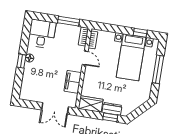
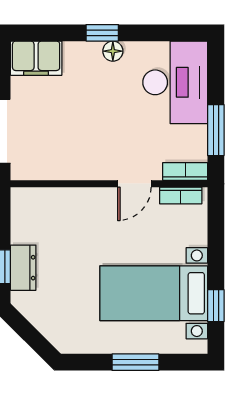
desk: (42, 34) -> (175, 82), width x1.37
window: (158, 69) -> (135, 362), width x0.69
filing cabinet: (73, 82) -> (36, 58), moved, turned 180
wardrobe: (91, 104) -> (27, 215), removed

